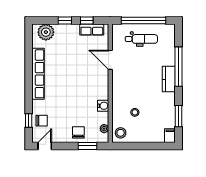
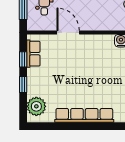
door: (110, 60) -> (68, 32), swing flipped

